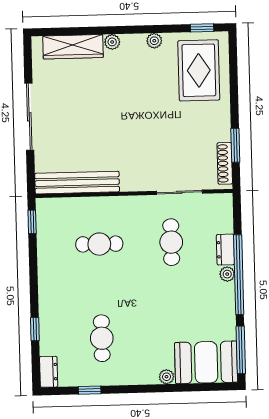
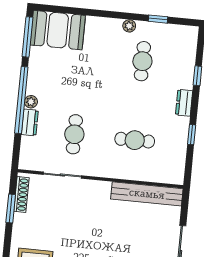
window: (32, 222) -> (192, 135), moved
dresser: (49, 372) -> (184, 103), moved
plant: (166, 377) -> (129, 26), moved

